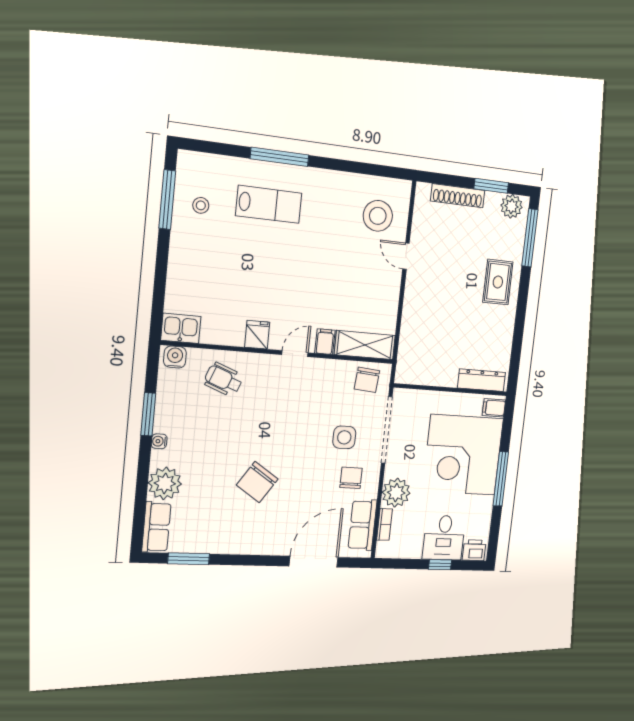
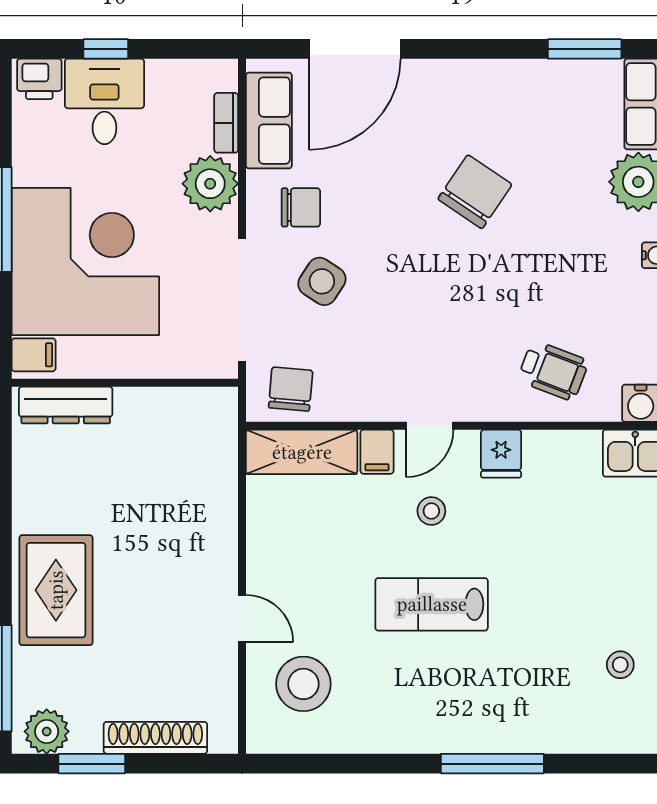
lab bench: (269, 204) -> (432, 604), moved
rug: (498, 282) -> (56, 590), width x1.36, depth x1.43
stool: (299, 306) -> (431, 511), added
side table: (344, 437) -> (322, 281), turned 33
chair: (351, 478) -> (301, 207), turned -90

